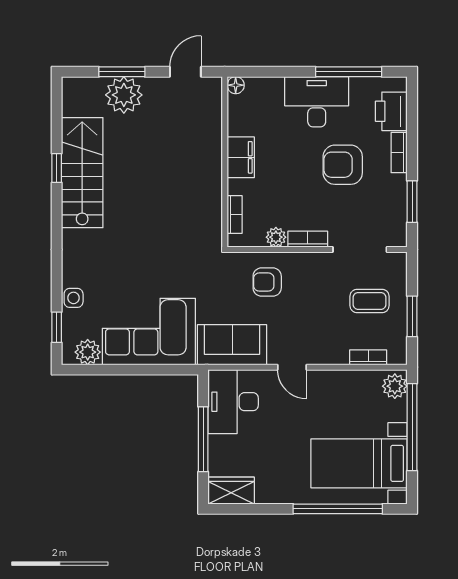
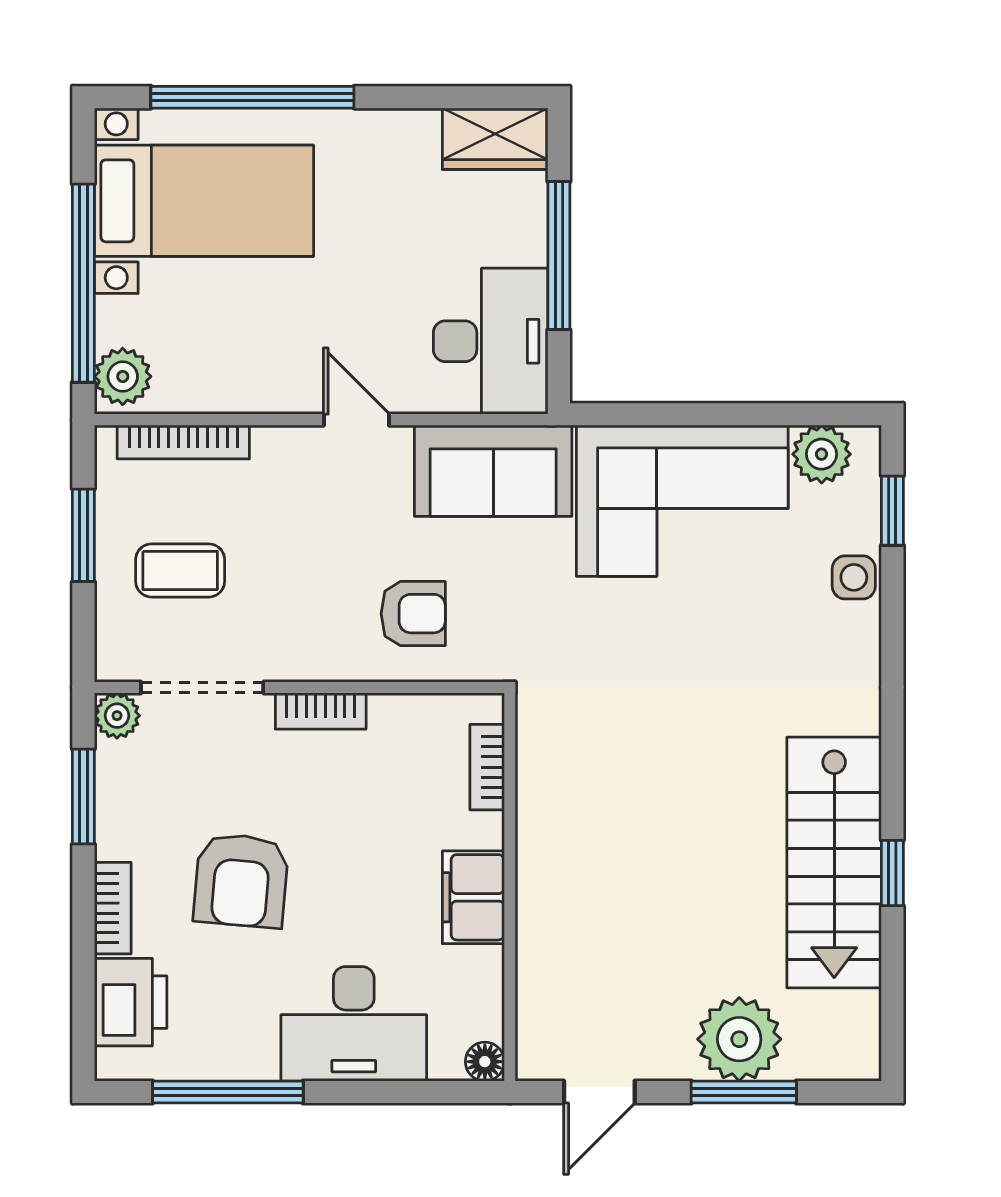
desk: (317, 102) -> (354, 1024), moved
armchair: (343, 165) -> (241, 880), turned 95
plant: (276, 237) -> (117, 716), moved
bookcase: (368, 357) -> (183, 442), width x1.56

